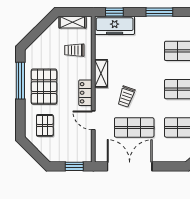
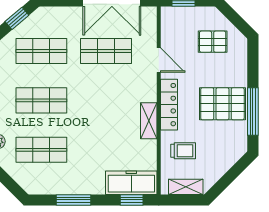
pallet: (44, 87) -> (222, 104), turned 90
locker: (85, 93) -> (169, 105), width x1.53
trolley: (126, 97) -> (116, 91), removed
pallet: (45, 125) -> (213, 42), moved, turned 90

